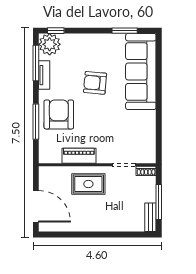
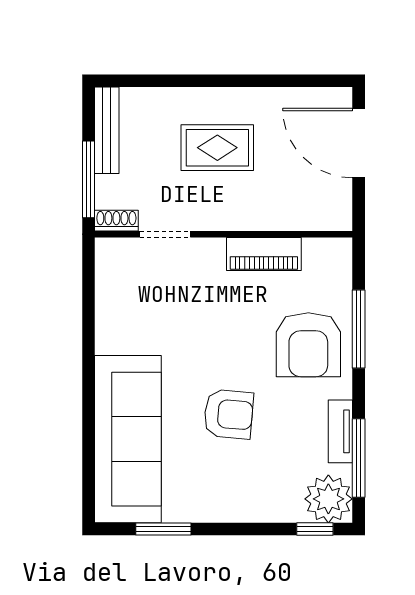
rug: (88, 184) -> (217, 148), moved
window: (159, 202) -> (88, 179), moved
bench: (150, 217) -> (107, 130), width x1.36

